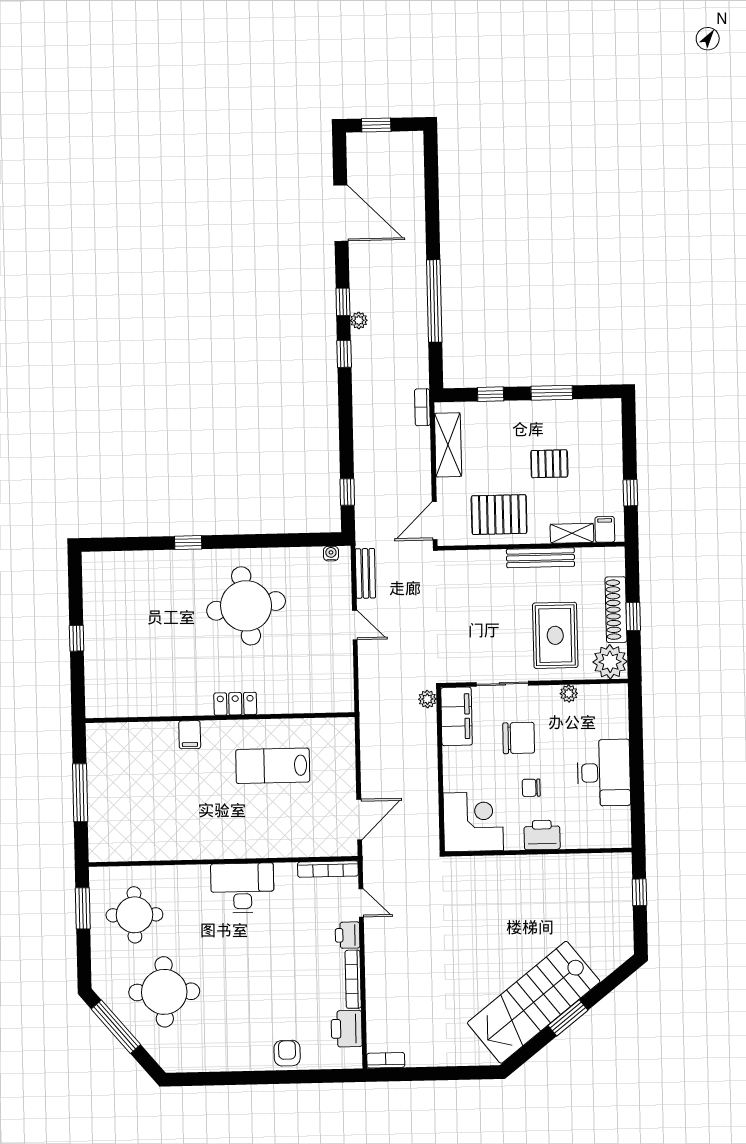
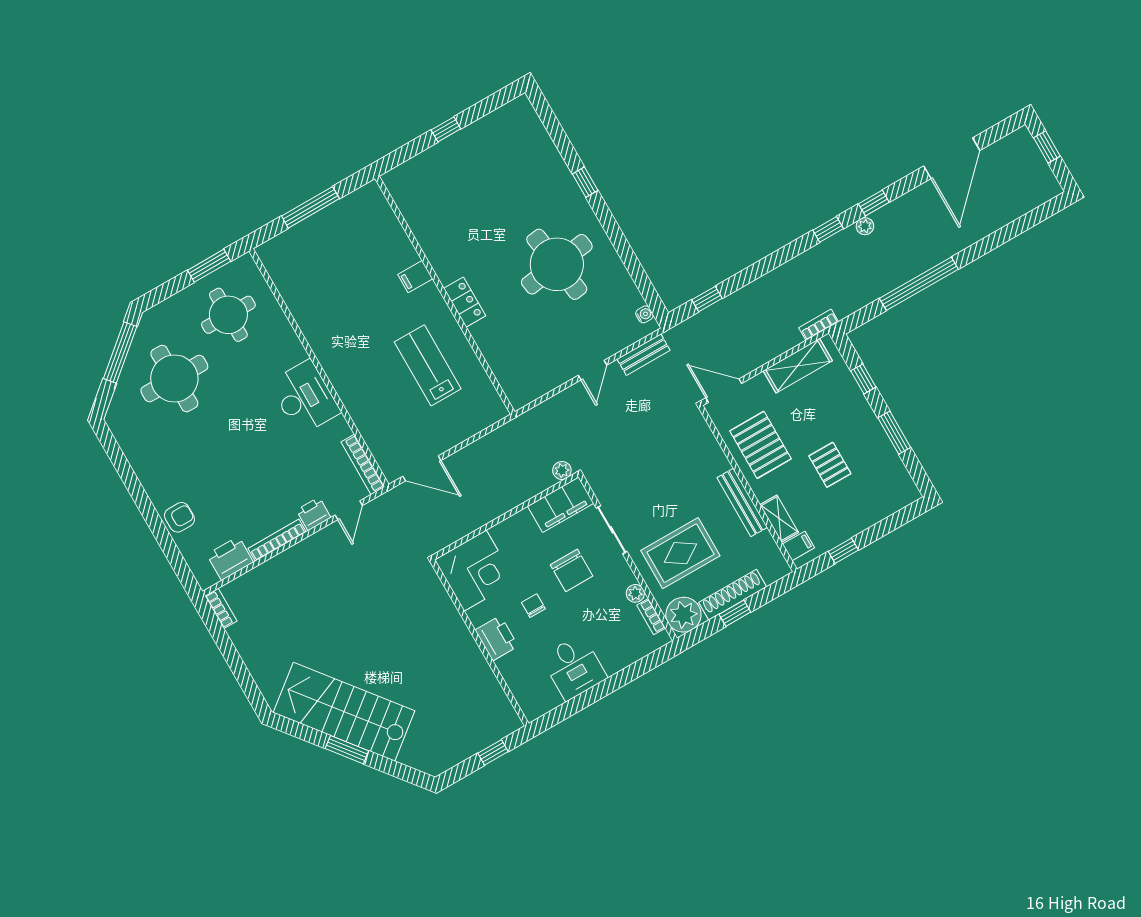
bookcase: (596, 691) -> (651, 617), added
desk: (604, 773) -> (574, 667), width x0.73

